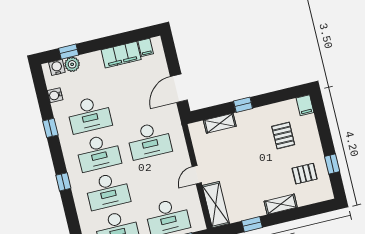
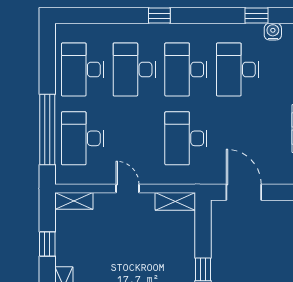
shelving: (220, 123) -> (175, 201), moved, turned 90
window: (50, 128) -> (257, 16), moved
shelving: (216, 205) -> (74, 201), width x0.67, depth x0.75

